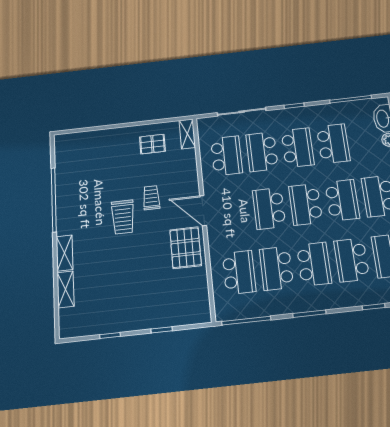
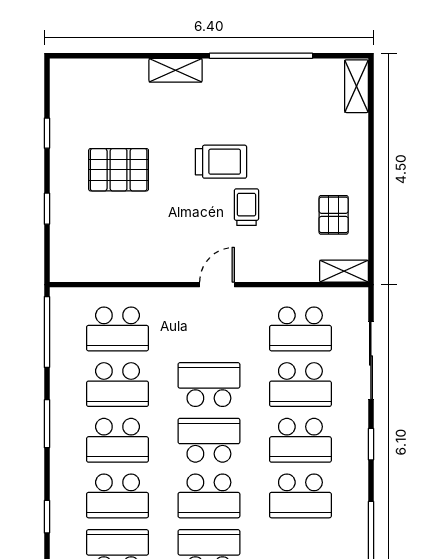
school desk: (262, 152) -> (300, 385), turned 180
trolley: (151, 198) -> (246, 207), turned -90
door: (203, 211) -> (217, 285), width x0.73
trolley: (123, 217) -> (221, 162), turned 180
pallet: (186, 248) -> (119, 170), moved
school desk: (352, 260) -> (117, 496), turned 180
school desk: (276, 268) -> (117, 385), turned 180
shelving: (66, 289) -> (357, 86), moved, turned 90

